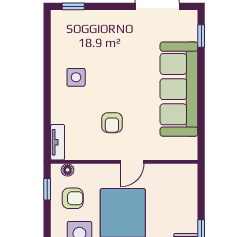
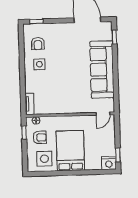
armchair: (112, 123) -> (38, 43), moved
door: (132, 162) -> (103, 114), moved

